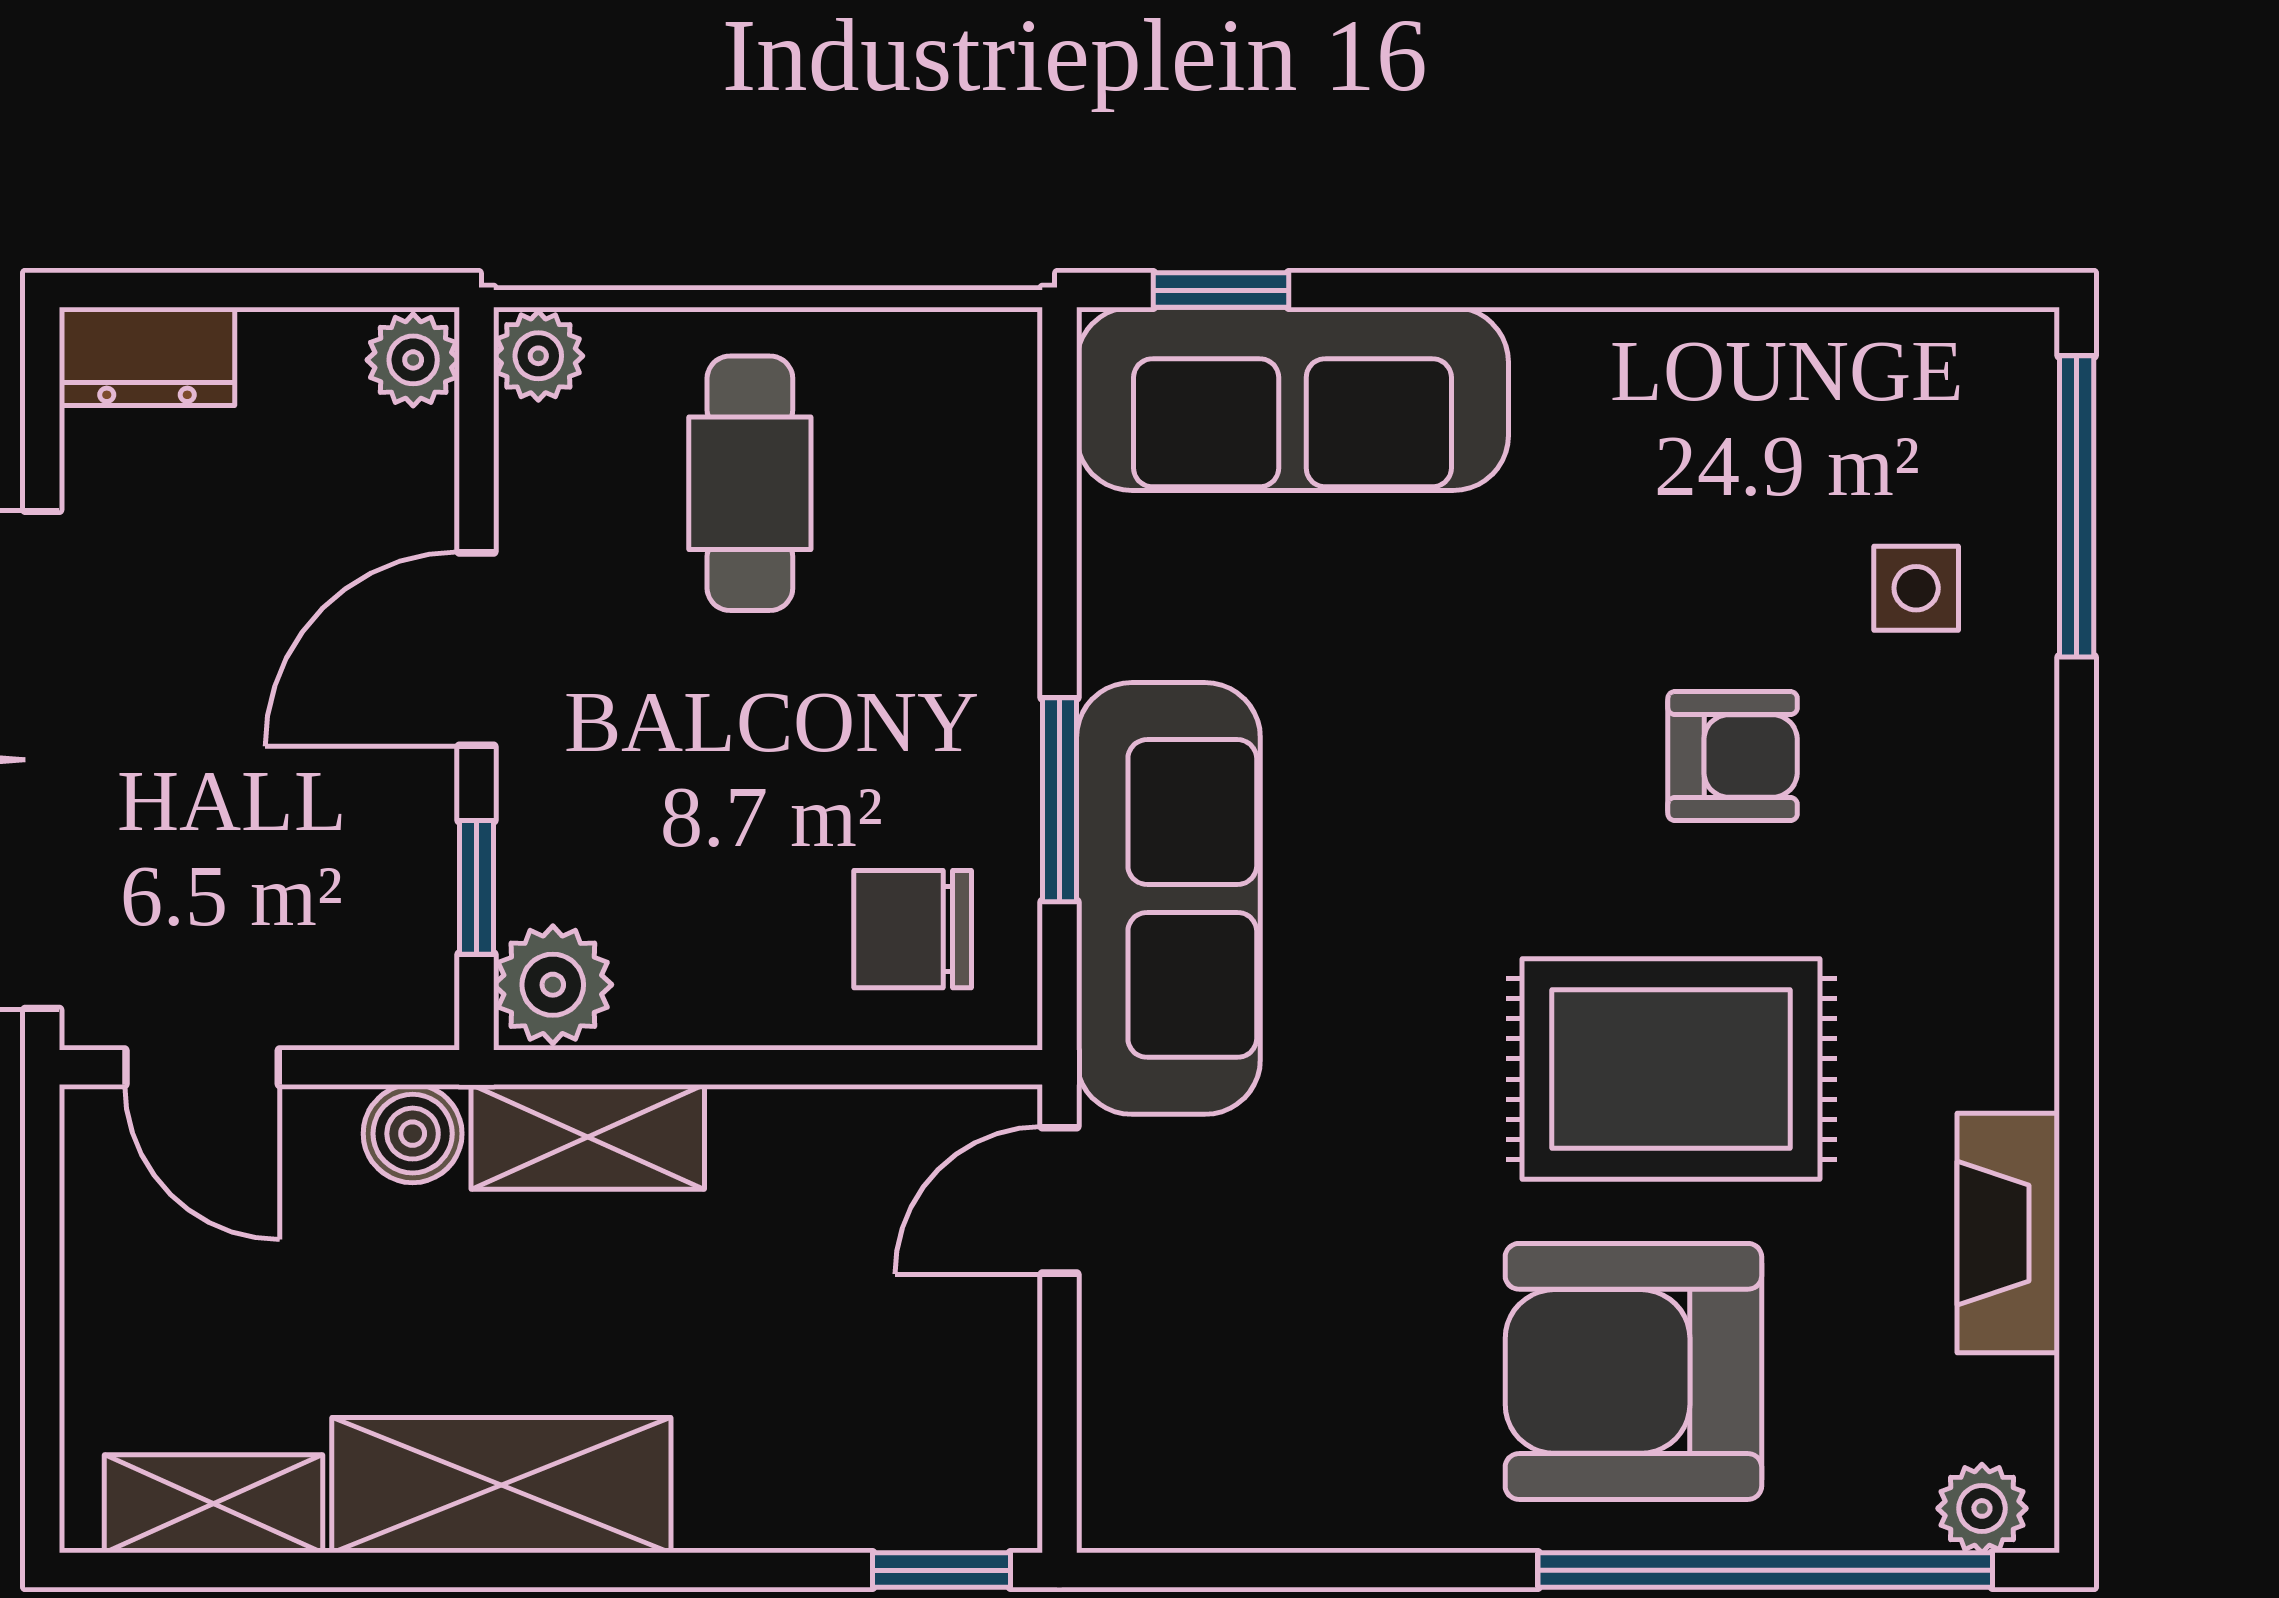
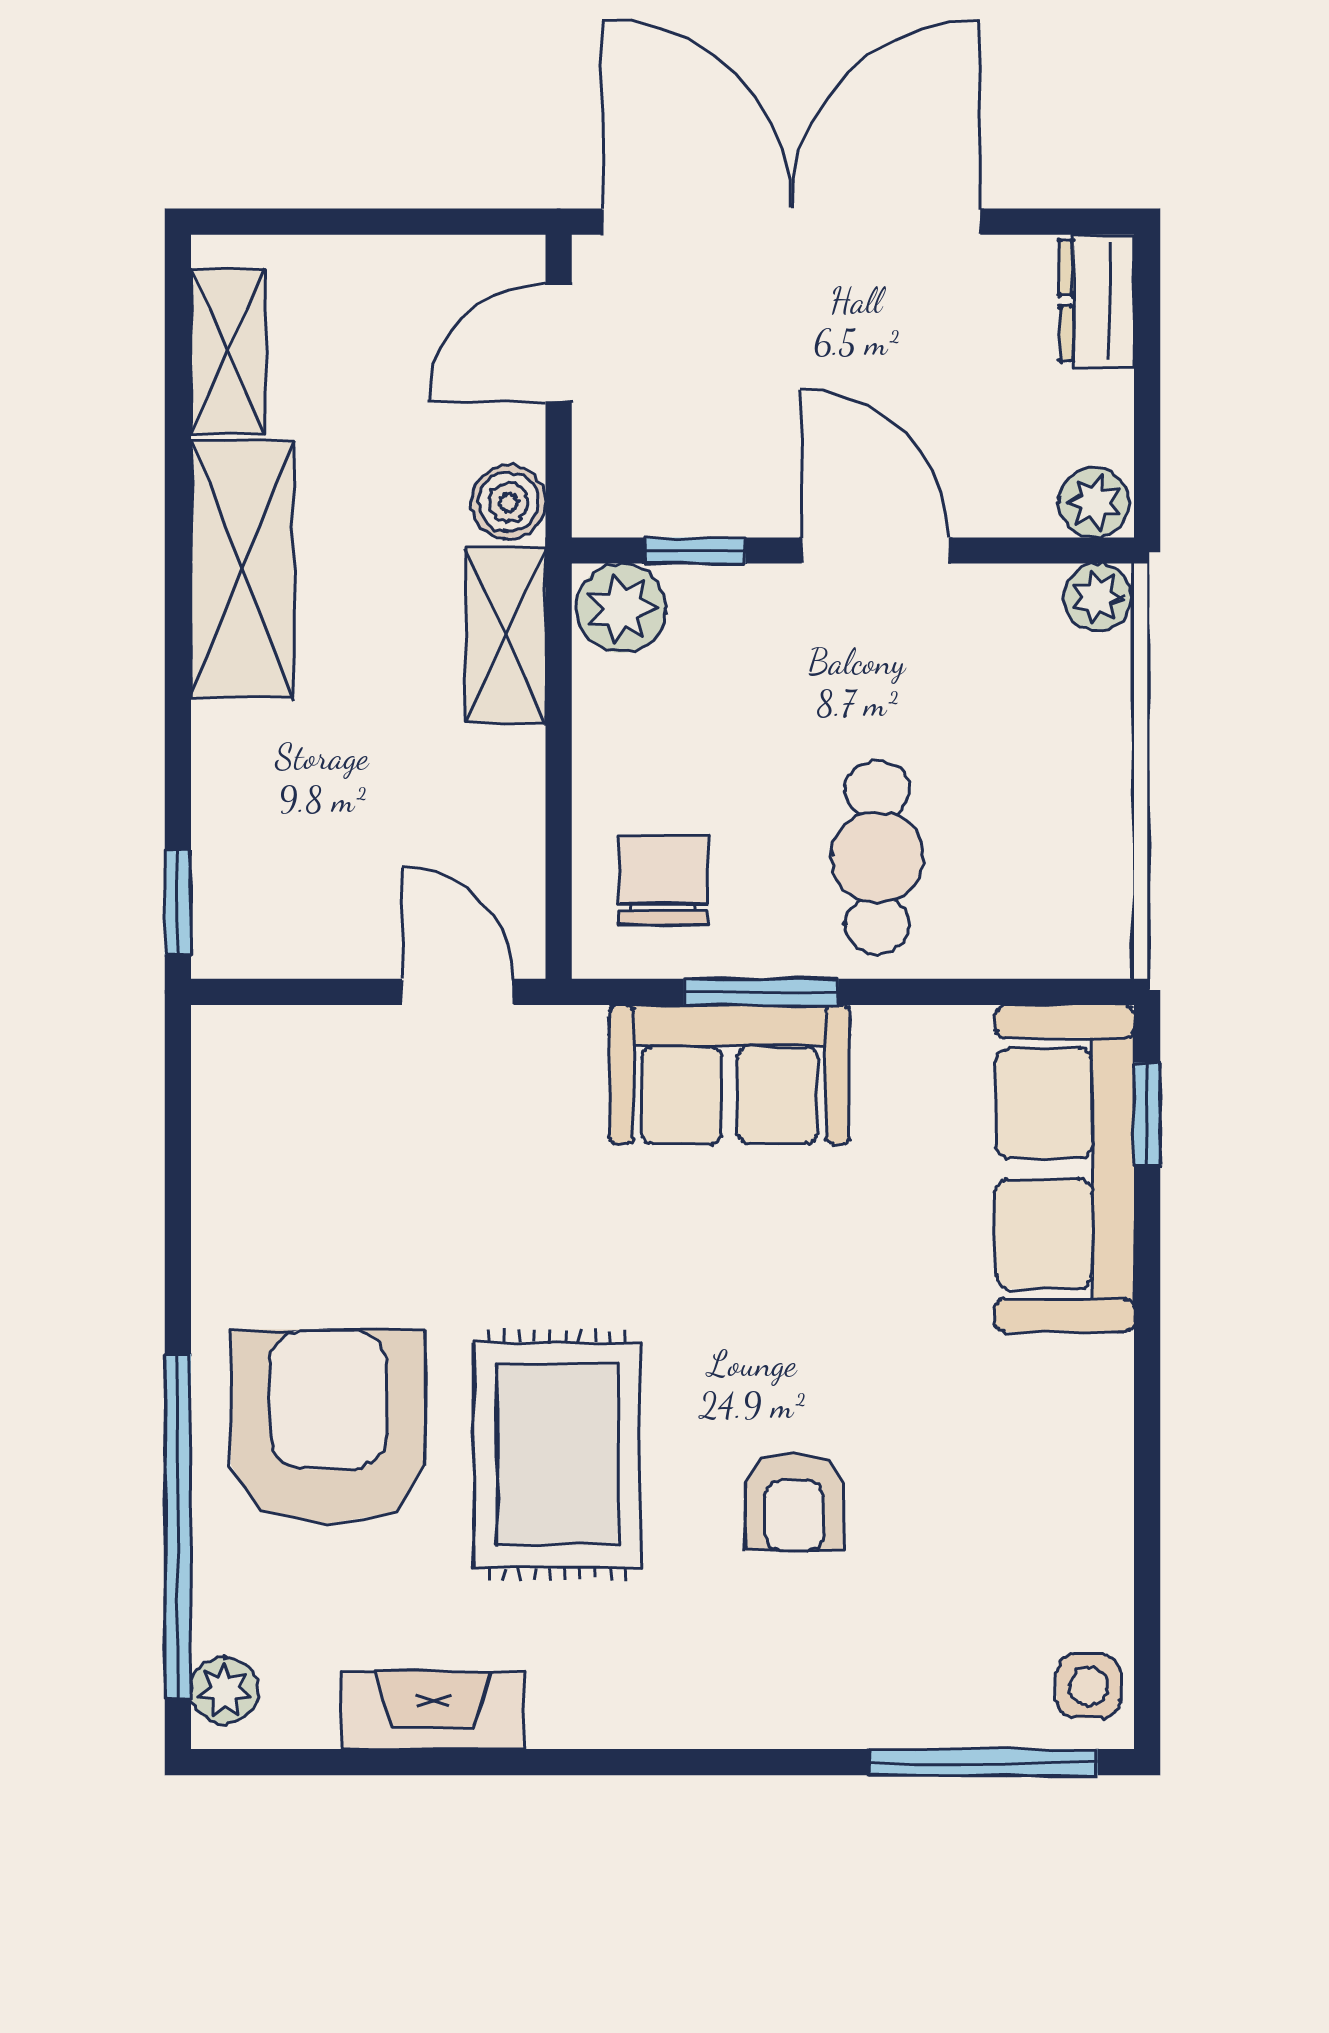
cafe table: (750, 483) -> (877, 857), moved, turned 90
side table: (1916, 588) -> (1089, 1686), moved
sofa: (1168, 898) -> (730, 1074), width x0.73

